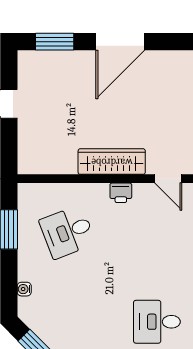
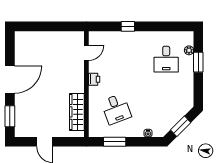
door: (120, 42) -> (10, 80), hinge flipped
wardrobe: (112, 162) -> (77, 112), moved

